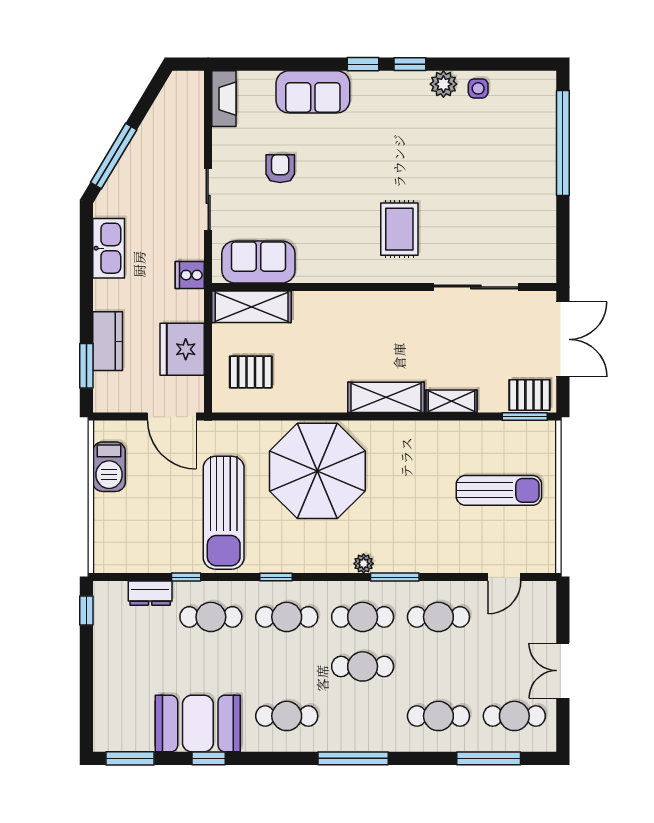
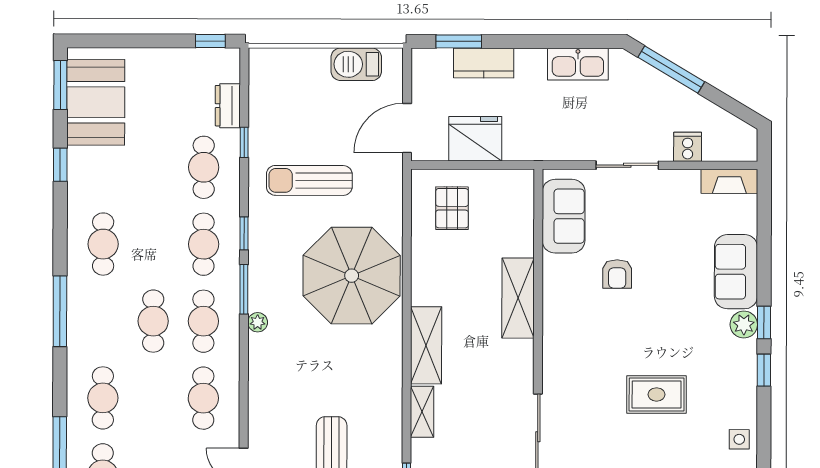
plant: (443, 84) -> (744, 325), moved
armchair: (280, 169) -> (617, 274), moved, turned 90
rug: (399, 229) -> (657, 394), moved
cooker: (190, 275) -> (688, 147), moved
shelving: (252, 307) -> (518, 298), moved
sun lounger: (224, 513) -> (309, 180), width x0.73, depth x0.75
window: (395, 577) -> (244, 289), moved
booth: (198, 724) -> (96, 102), moved

